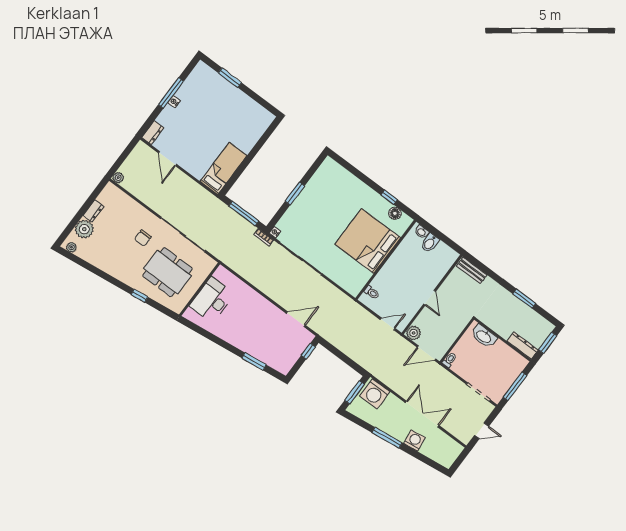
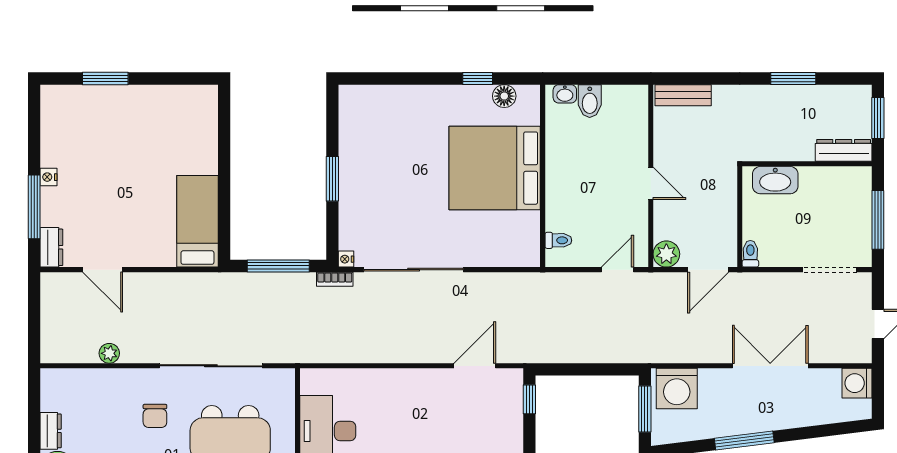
window: (171, 93) -> (34, 207), moved
plant: (118, 178) -> (109, 353), moved
washing machine: (414, 441) -> (857, 383), moved, turned -83

